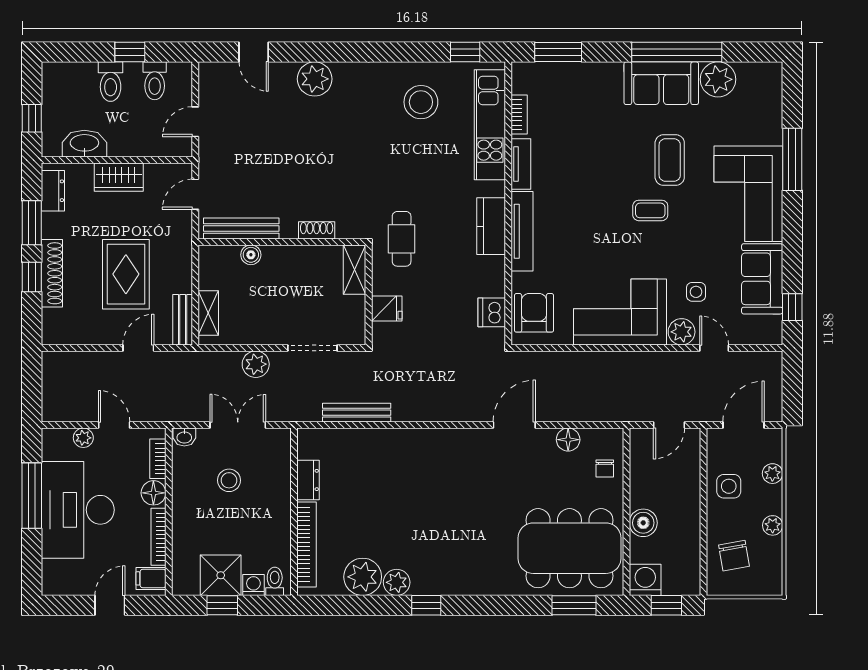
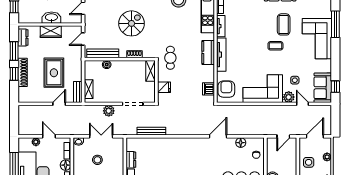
washbasin: (84, 144) -> (51, 18), moved
spiral stairs: (310, 158) -> (131, 23), added
sofa: (762, 279) -> (323, 88), moved

